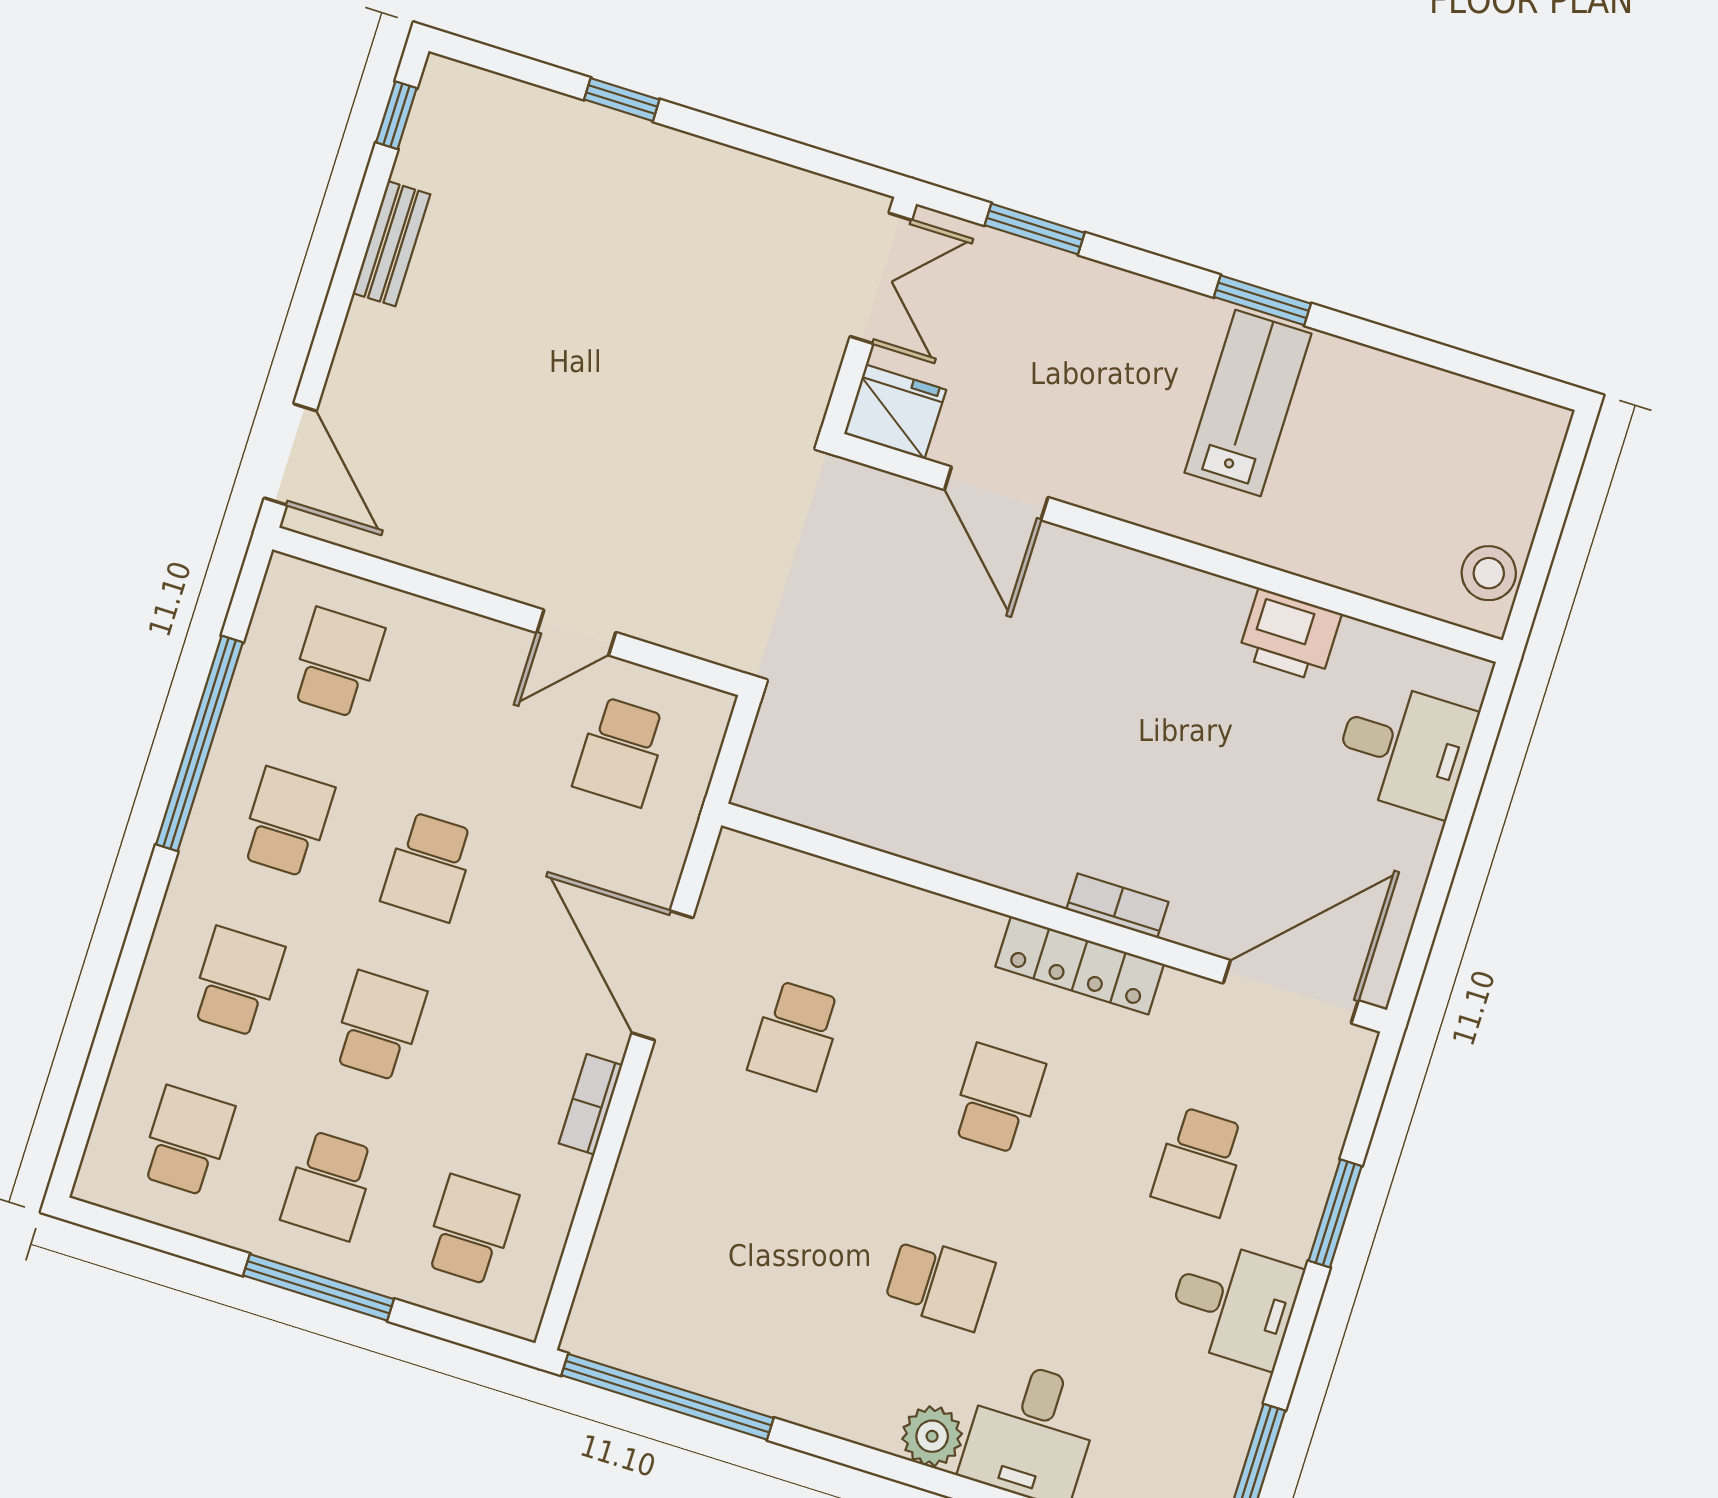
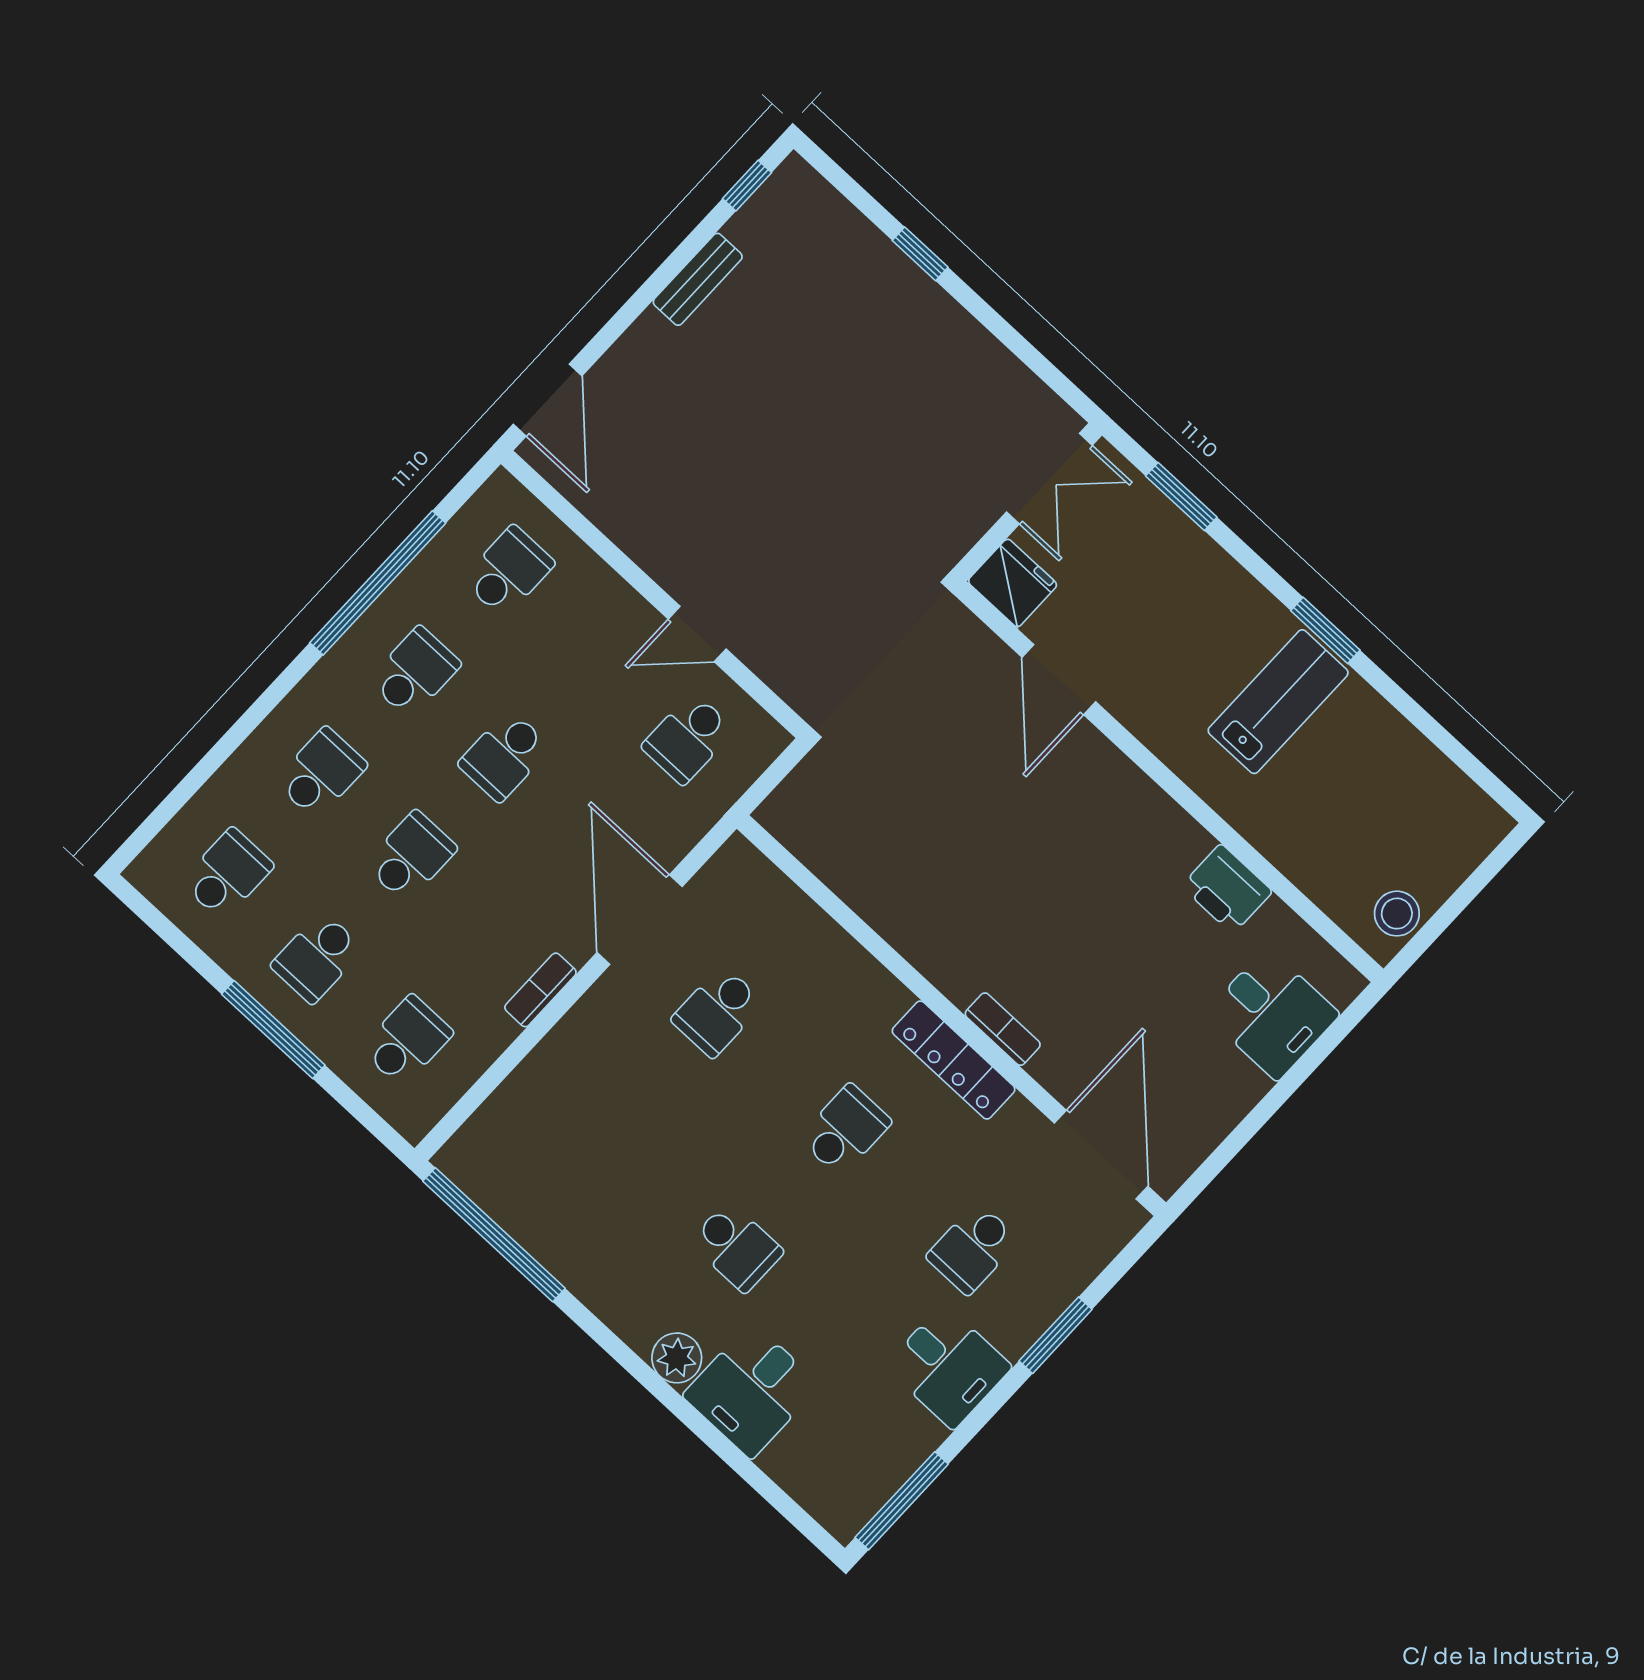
door: (1291, 992) -> (1101, 1155), hinge flipped

